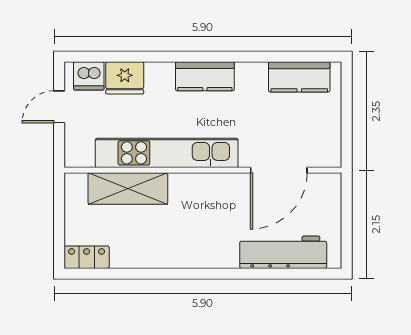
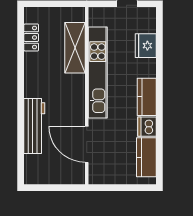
dishwasher: (89, 76) -> (147, 127), moved
workbench: (283, 252) -> (34, 126), moved
locker: (87, 257) -> (31, 38), moved

